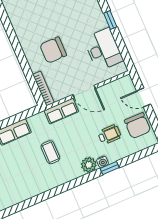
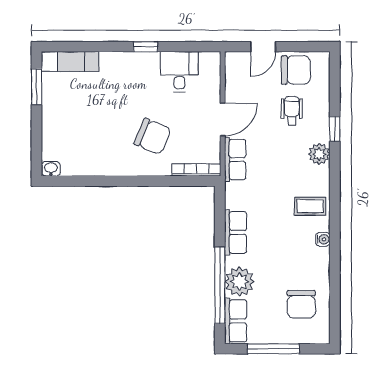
desk: (103, 49) -> (179, 72), width x0.73
chair: (53, 50) -> (153, 136), turned -67
coffee table: (50, 152) -> (310, 206), moved
water cooler: (103, 162) -> (323, 239), moved

